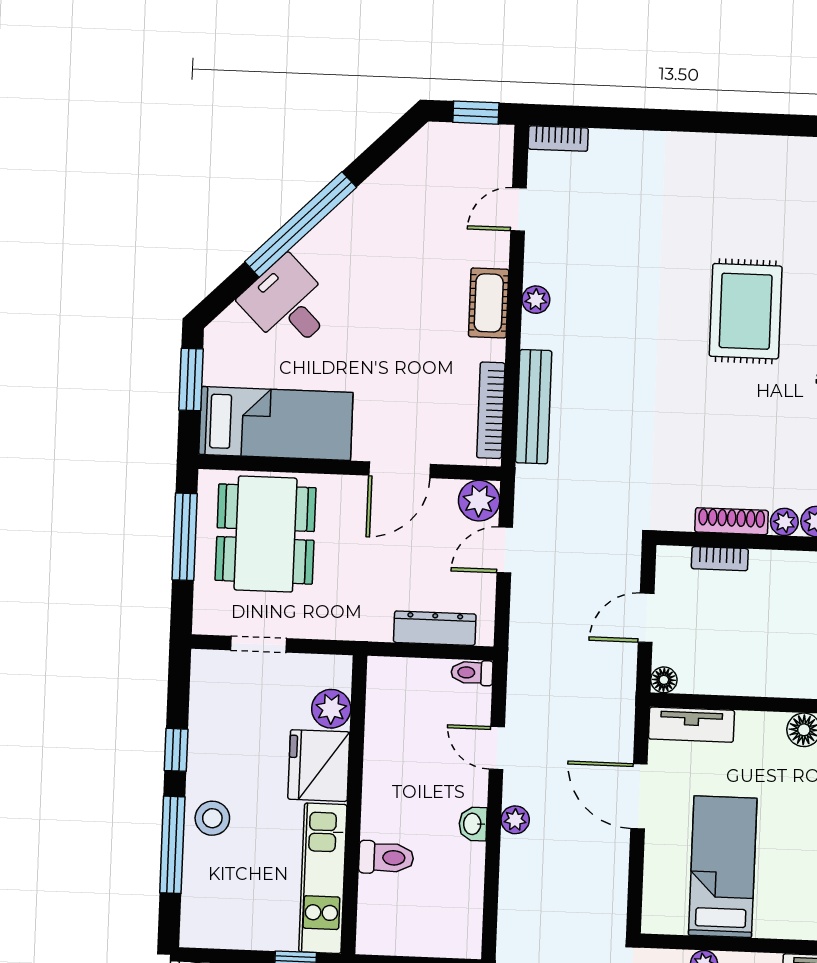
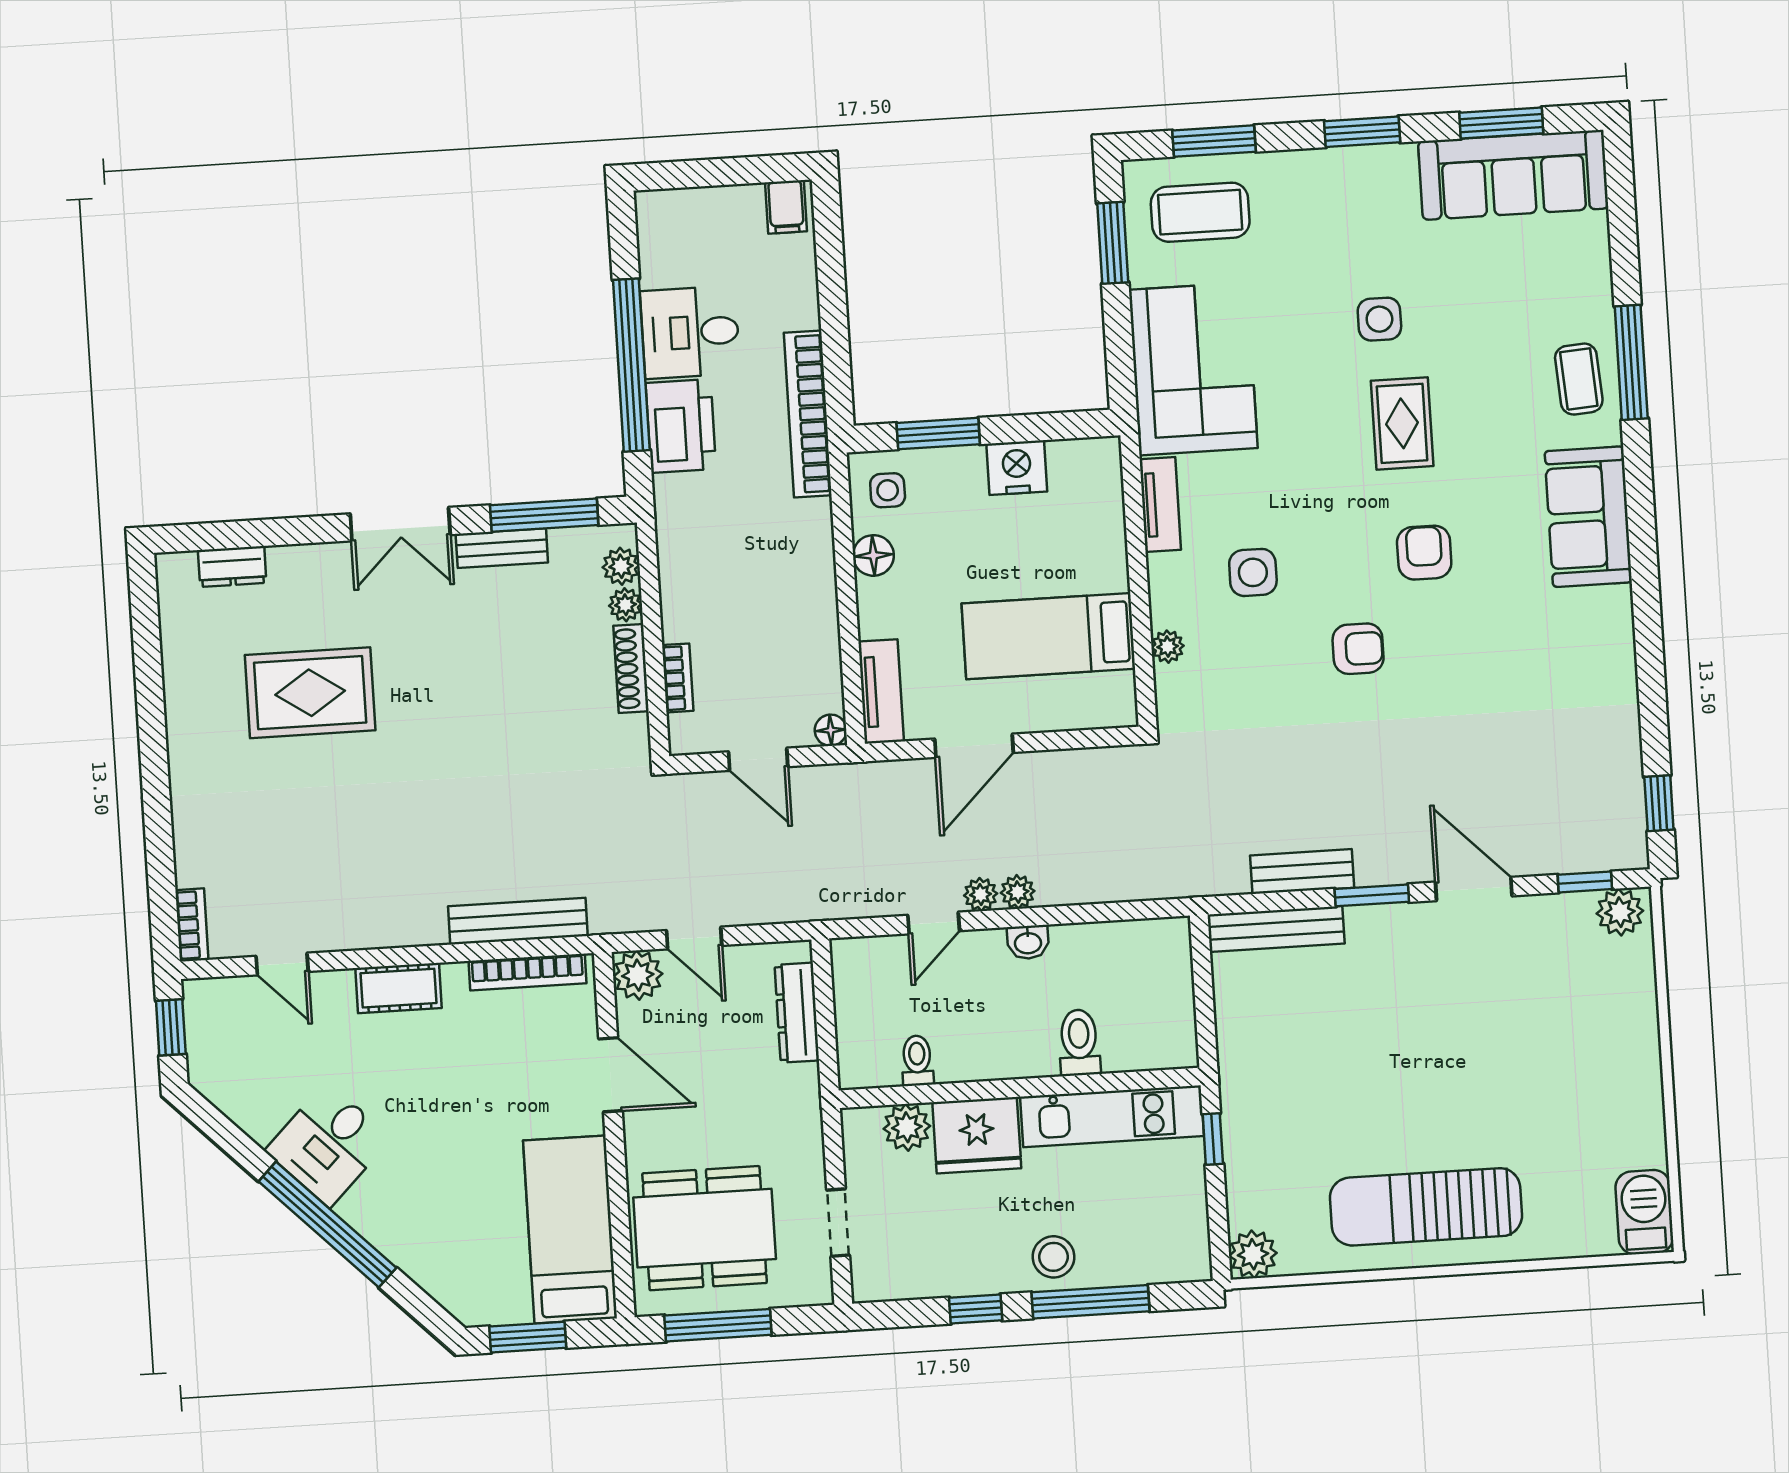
plant: (536, 300) -> (981, 894), moved
desk: (288, 304) -> (328, 1144), moved
rug: (746, 311) -> (310, 693), moved
toilet: (472, 673) -> (917, 1061), moved, turned 180

